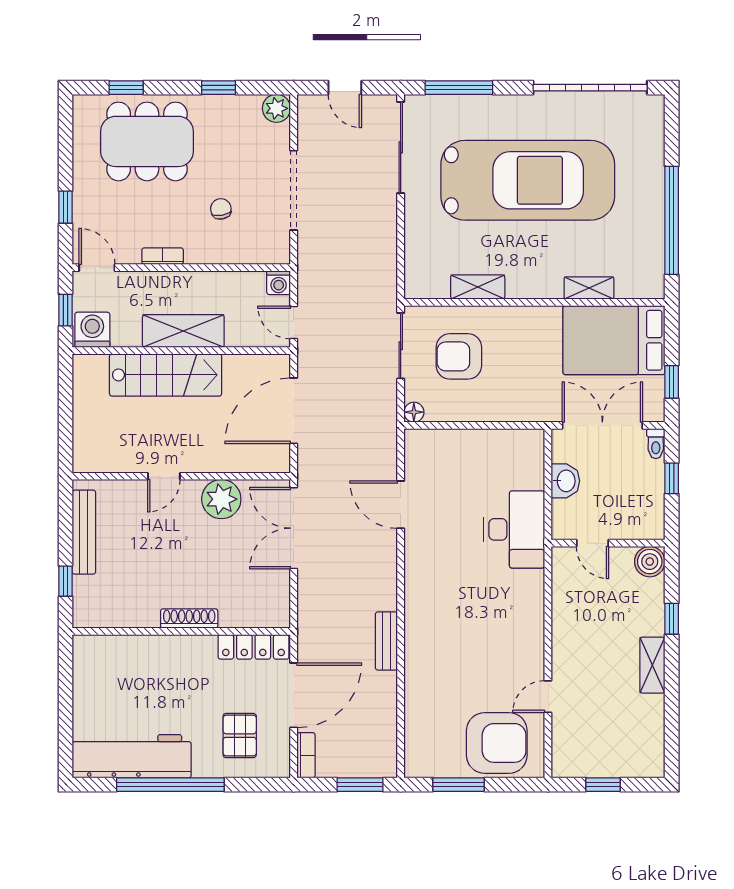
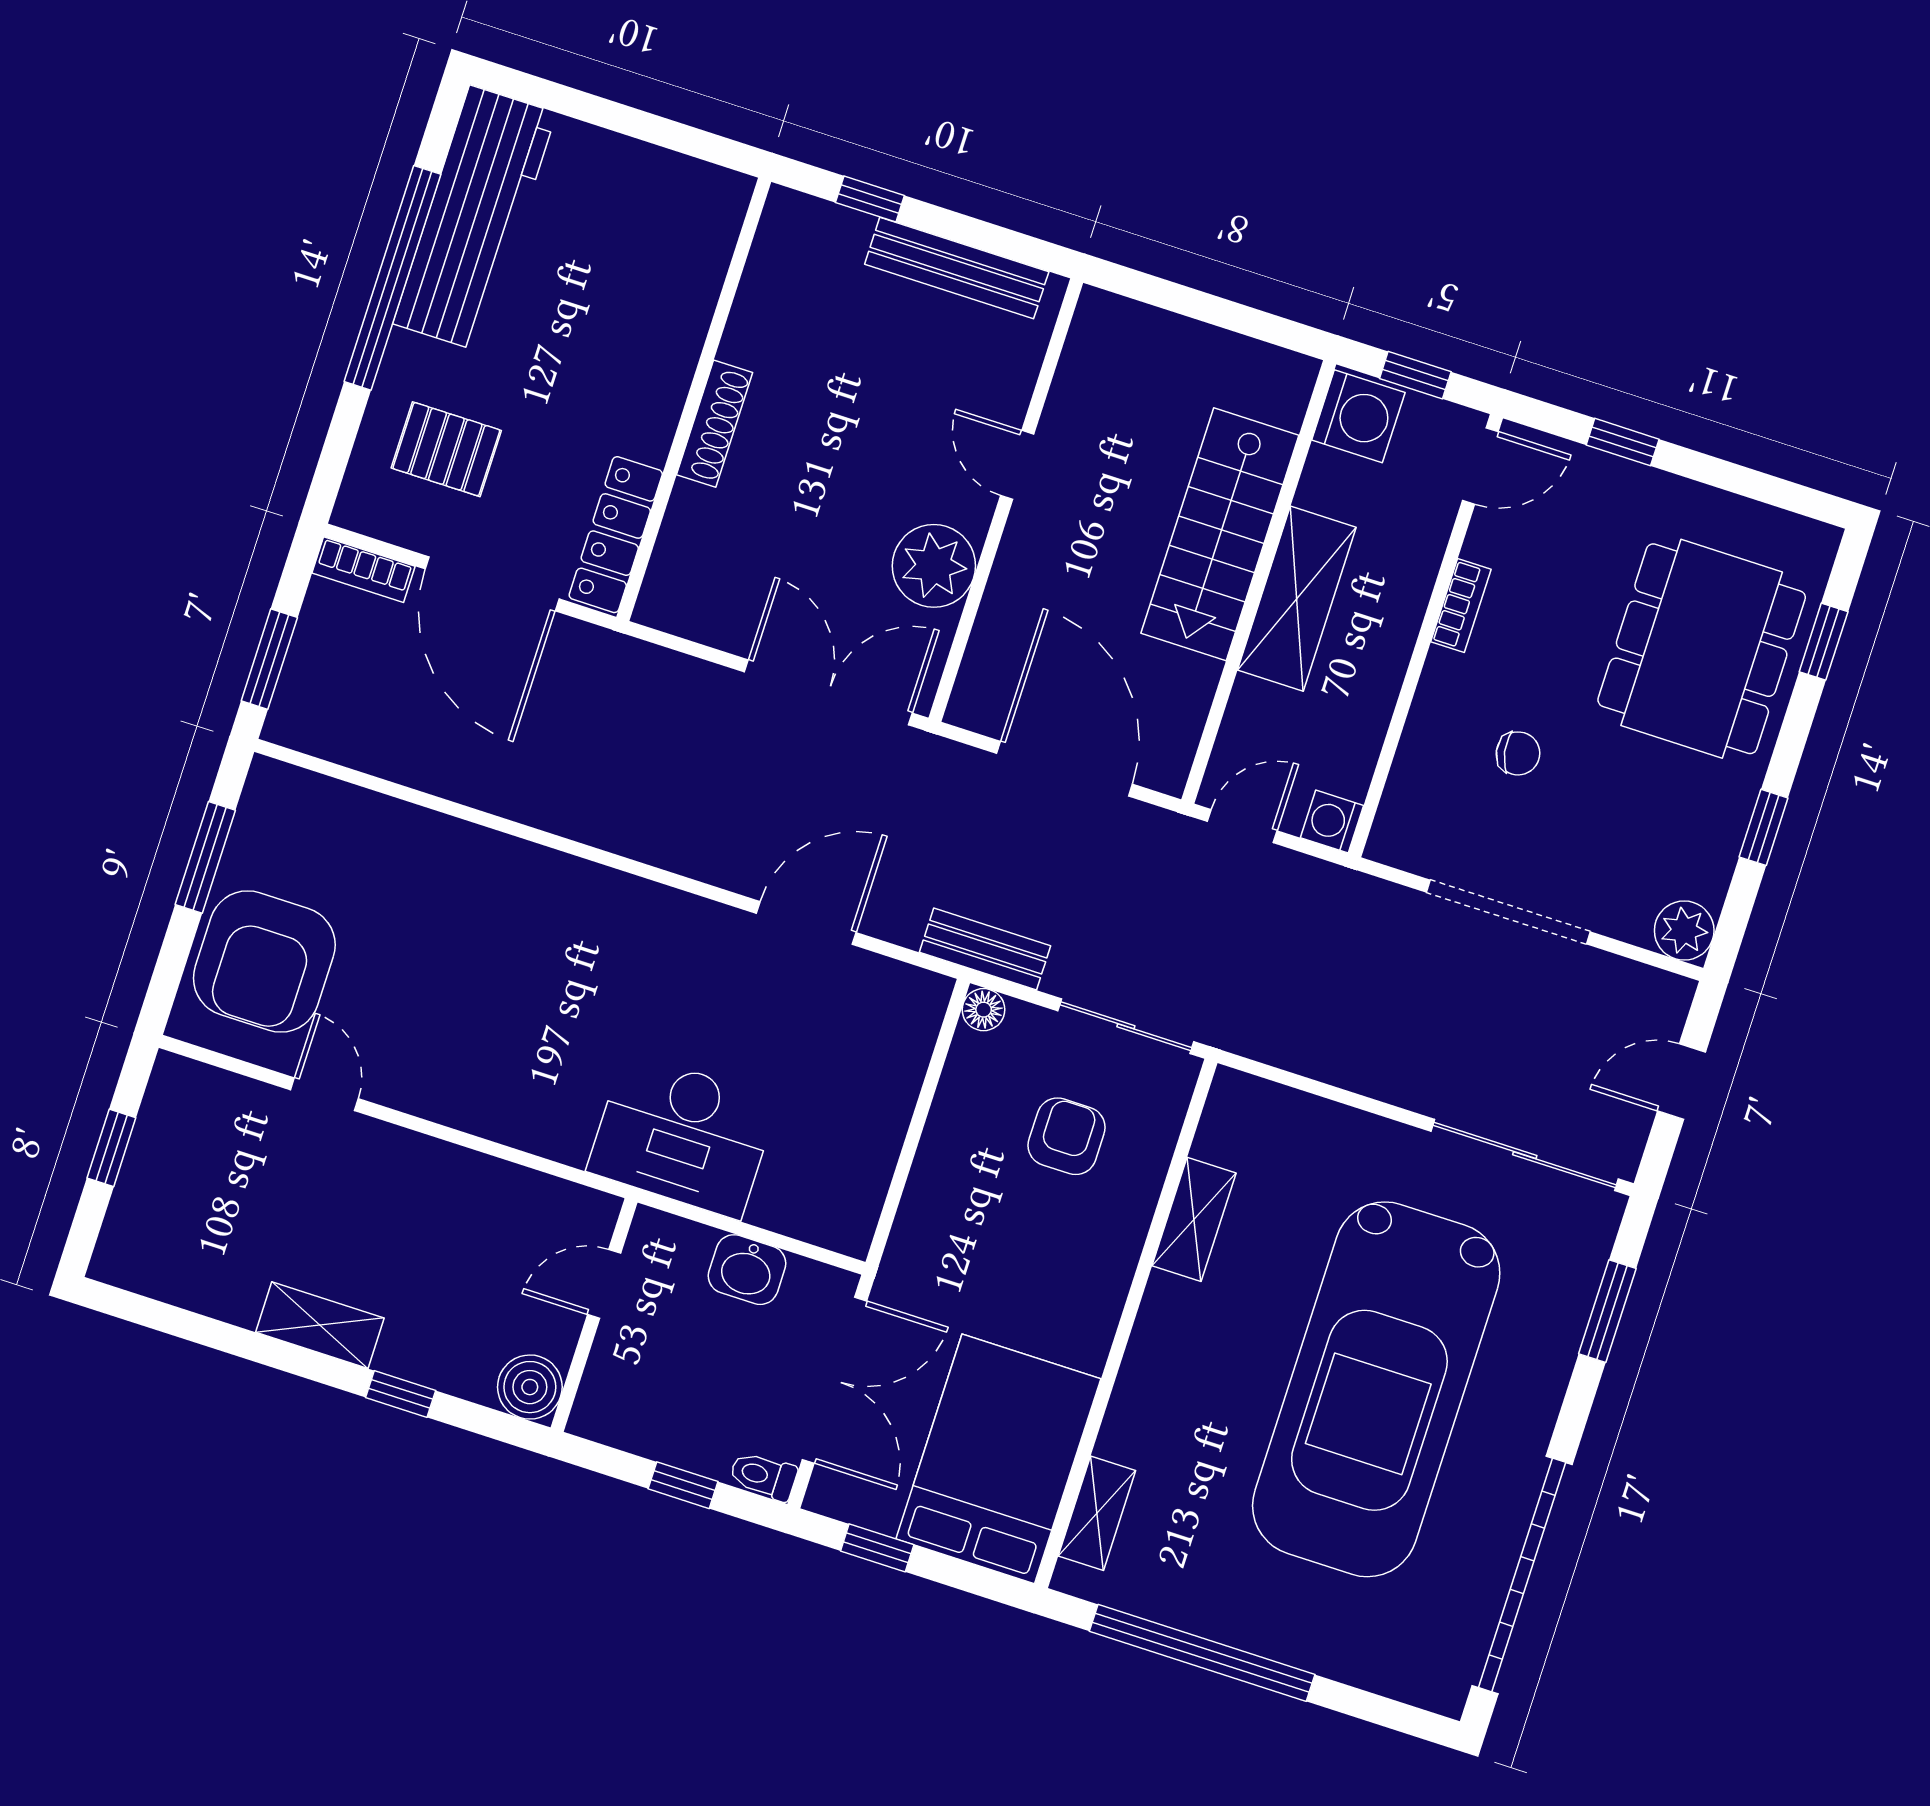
window: (459, 88) -> (1607, 1311), width x0.69
shelving: (589, 288) -> (1097, 1513), moved
armchair: (459, 356) -> (1067, 1136), width x0.72, depth x0.72
bench: (386, 641) -> (985, 949), moved

